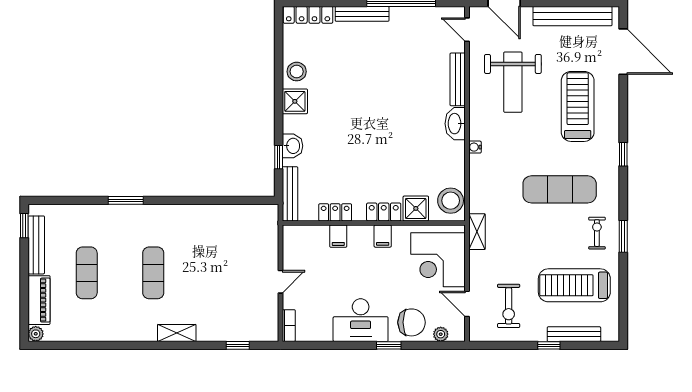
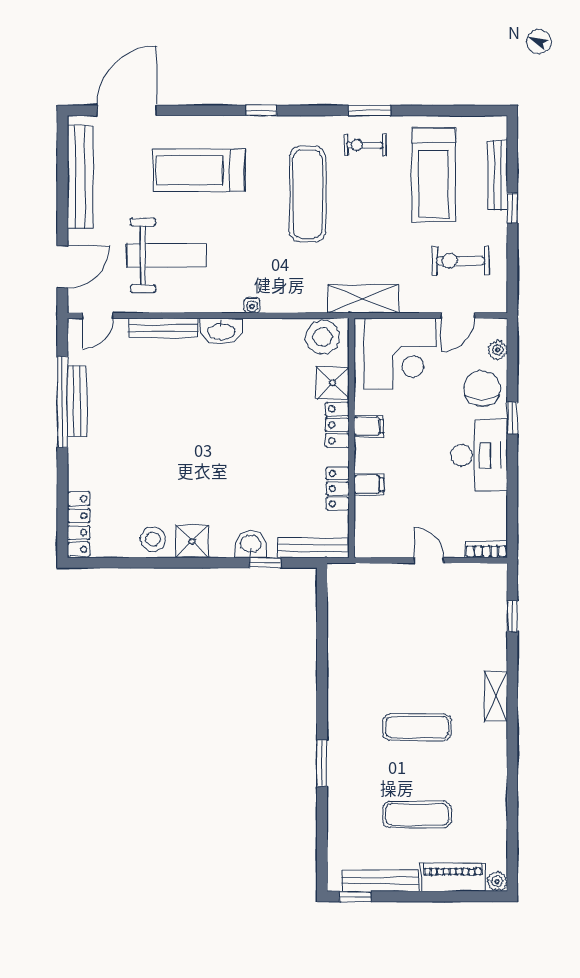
bench: (362, 14) -> (77, 401), moved
shelving: (477, 232) -> (363, 299), width x1.50, depth x1.33
exercise bike: (509, 306) -> (460, 261), turned 180

